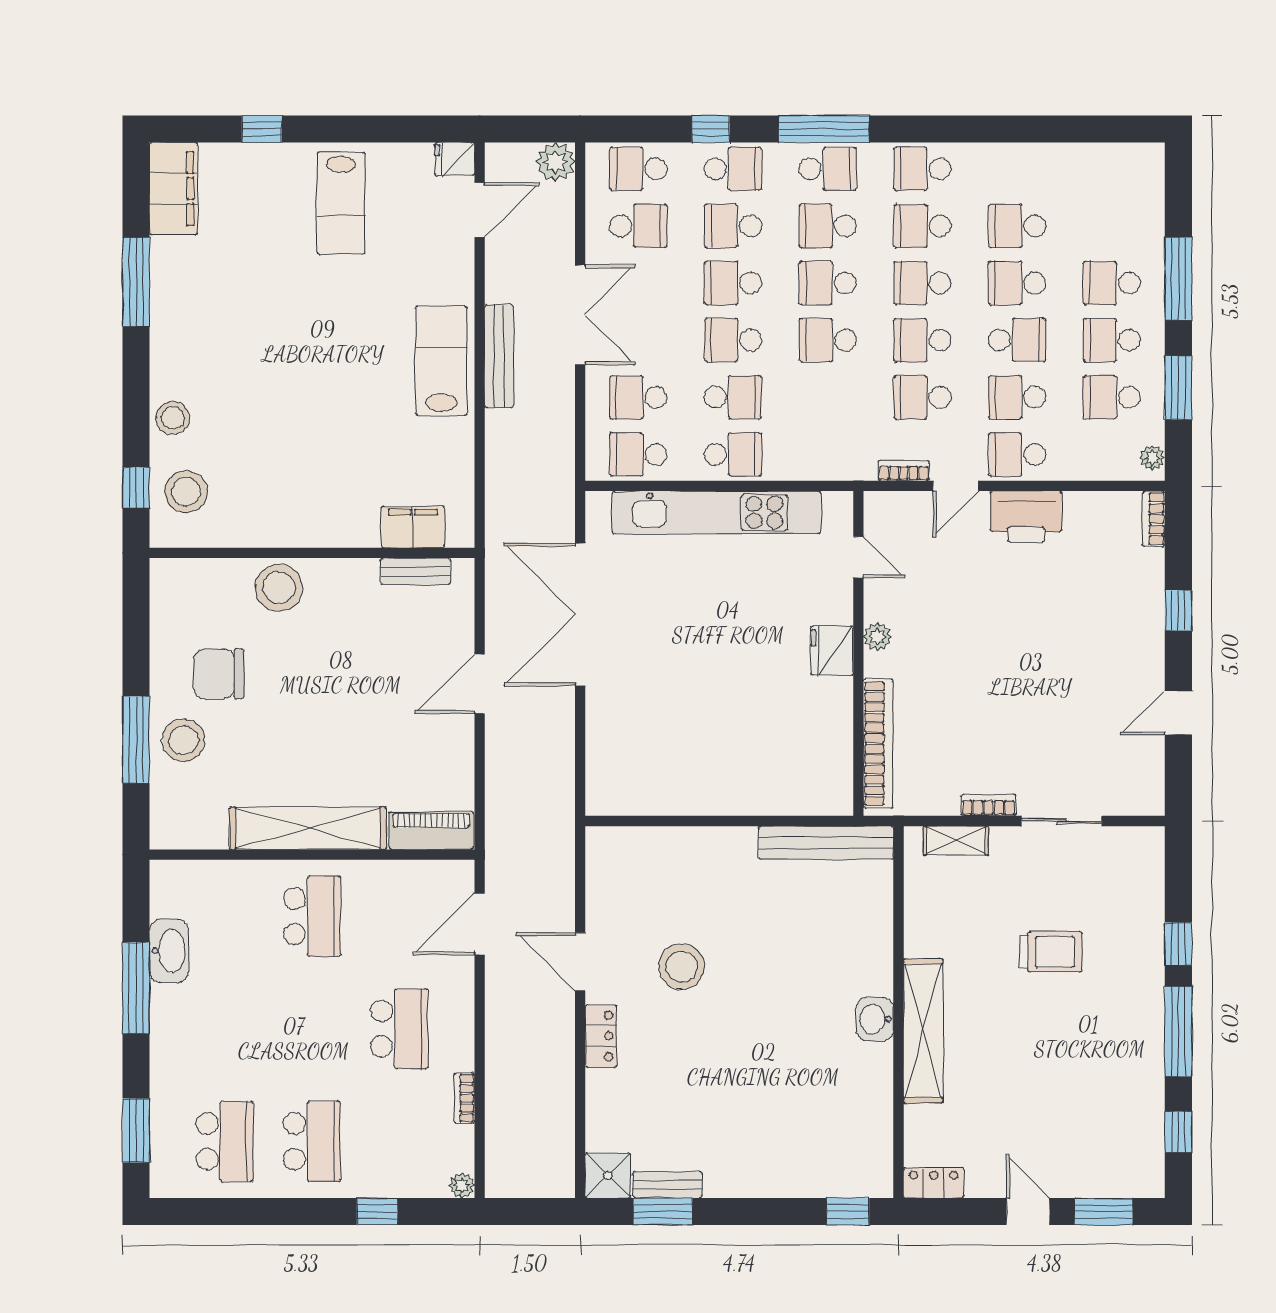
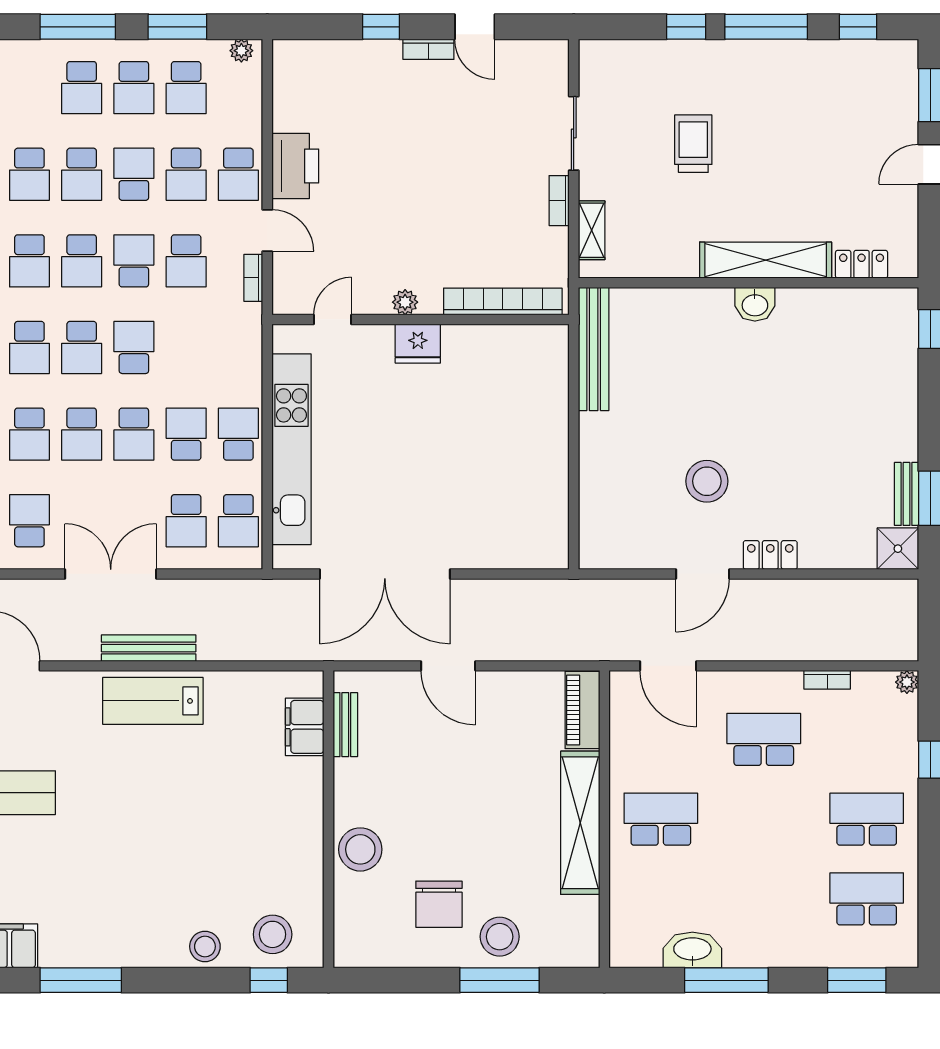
school desk: (828, 340) -> (134, 347), turned 180
school desk: (922, 340) -> (134, 261), turned 180
bookcase: (1154, 519) -> (428, 49), moved
locker: (934, 1183) -> (862, 264), moved, turned 90

